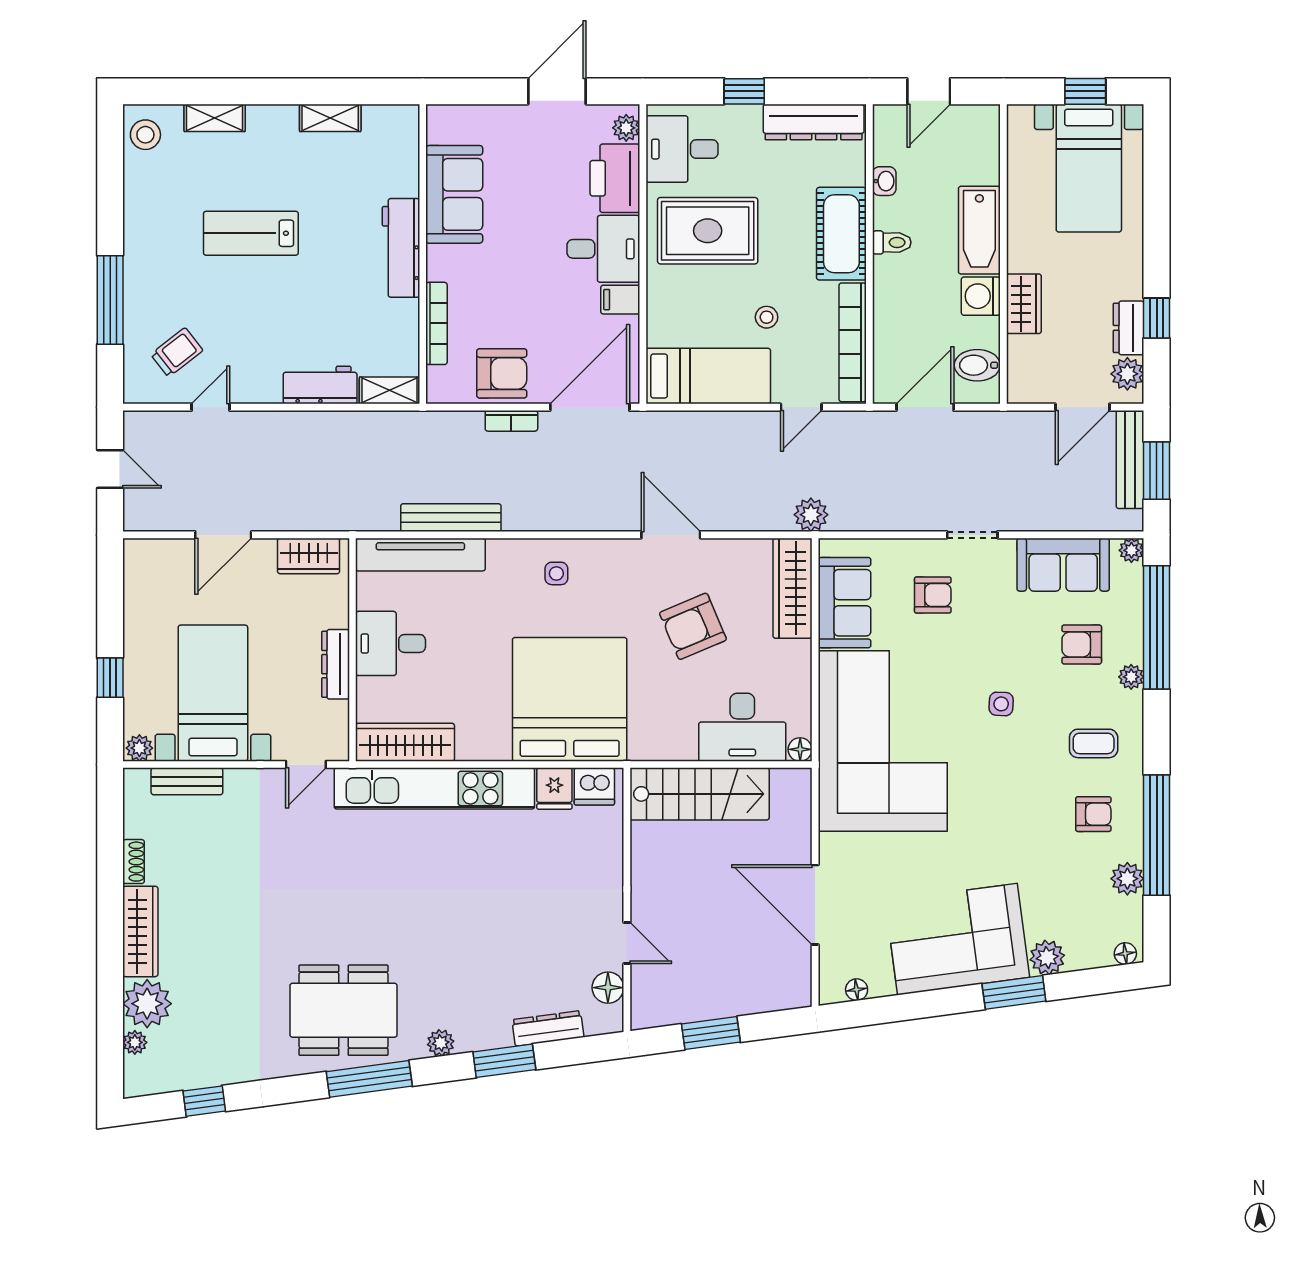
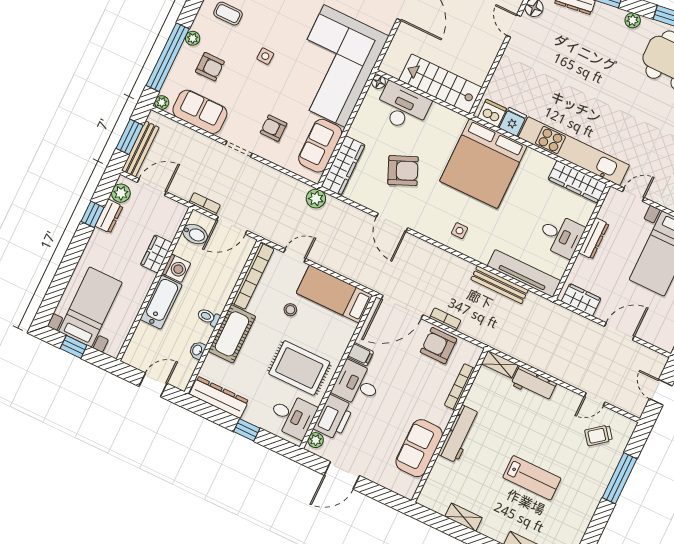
bookcase: (985, 421) -> (205, 204), added

